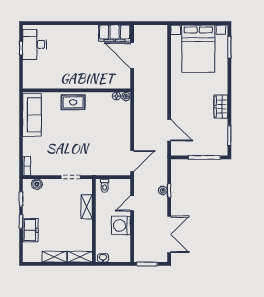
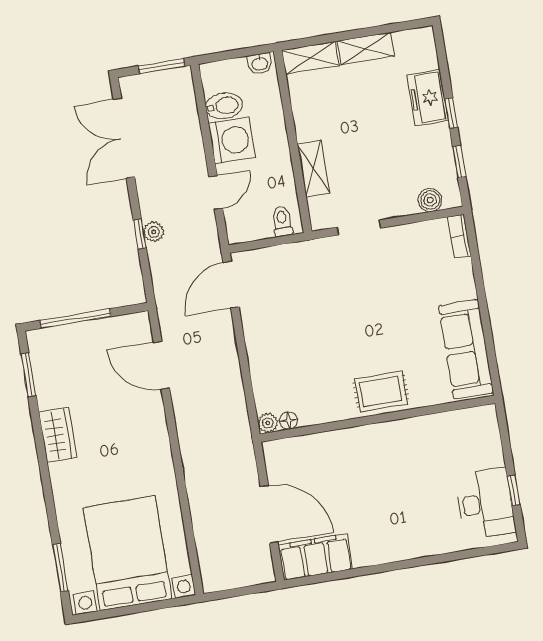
bidet: (122, 242) -> (224, 106), added

